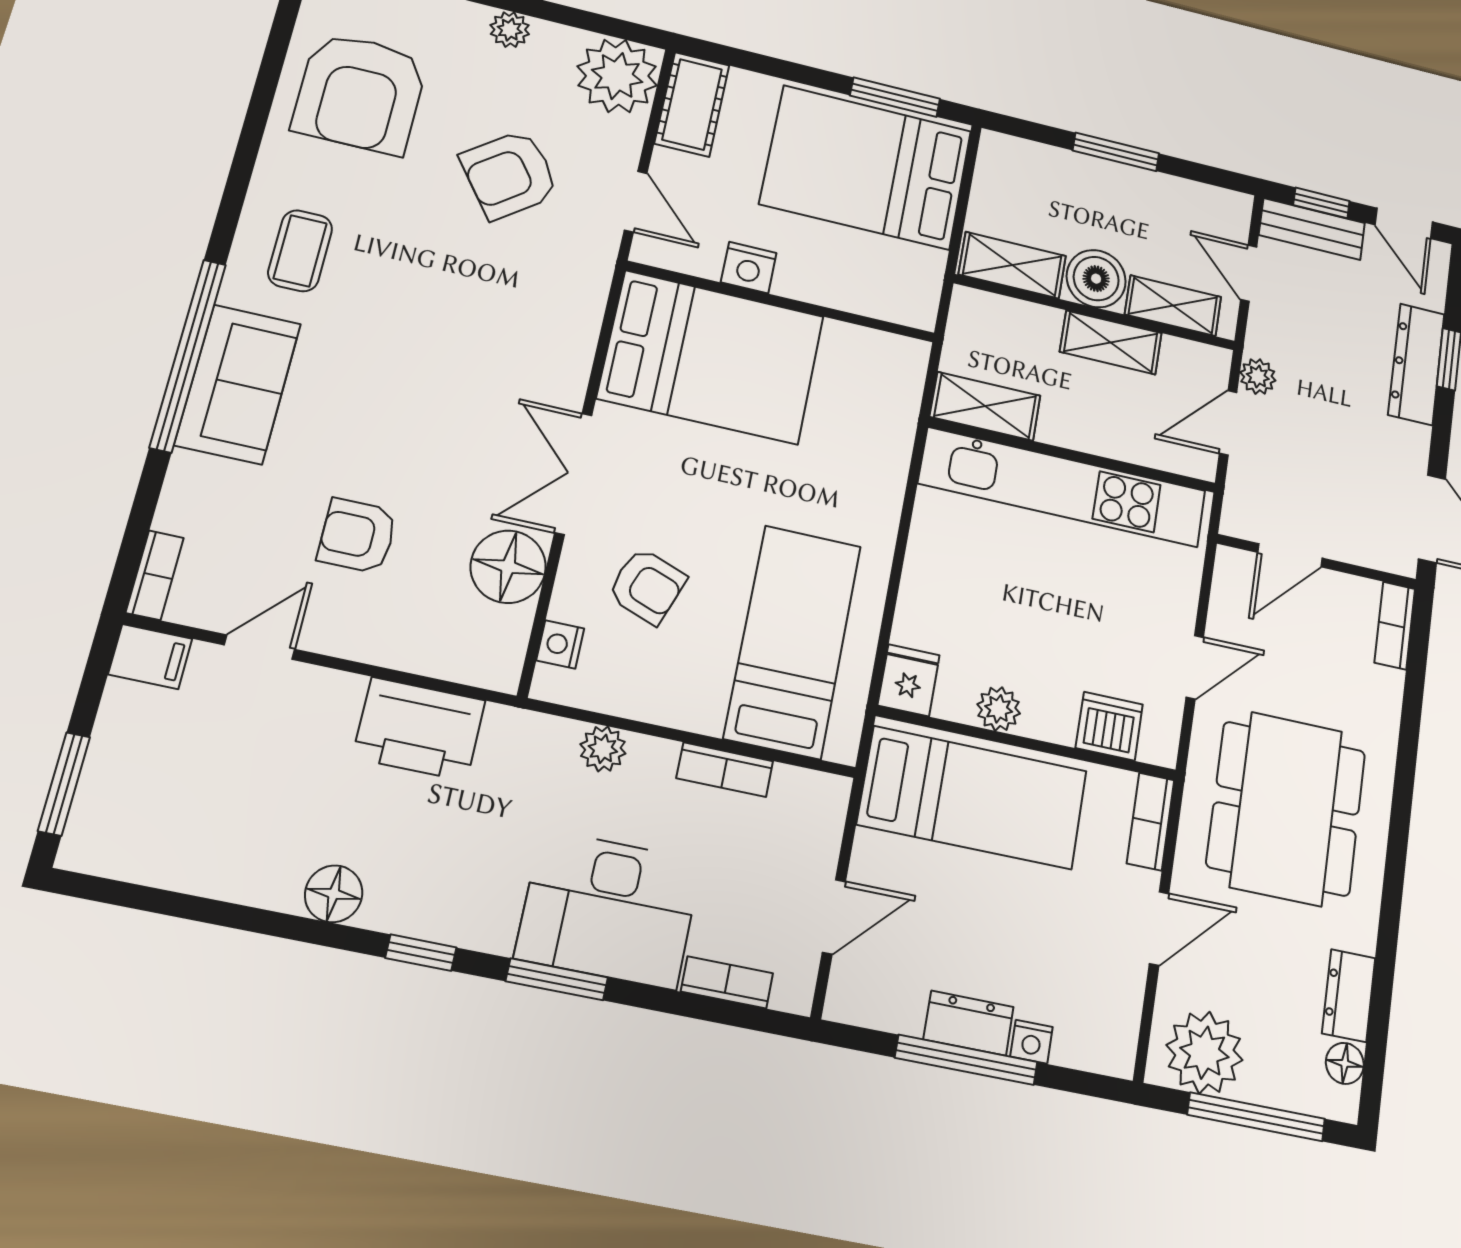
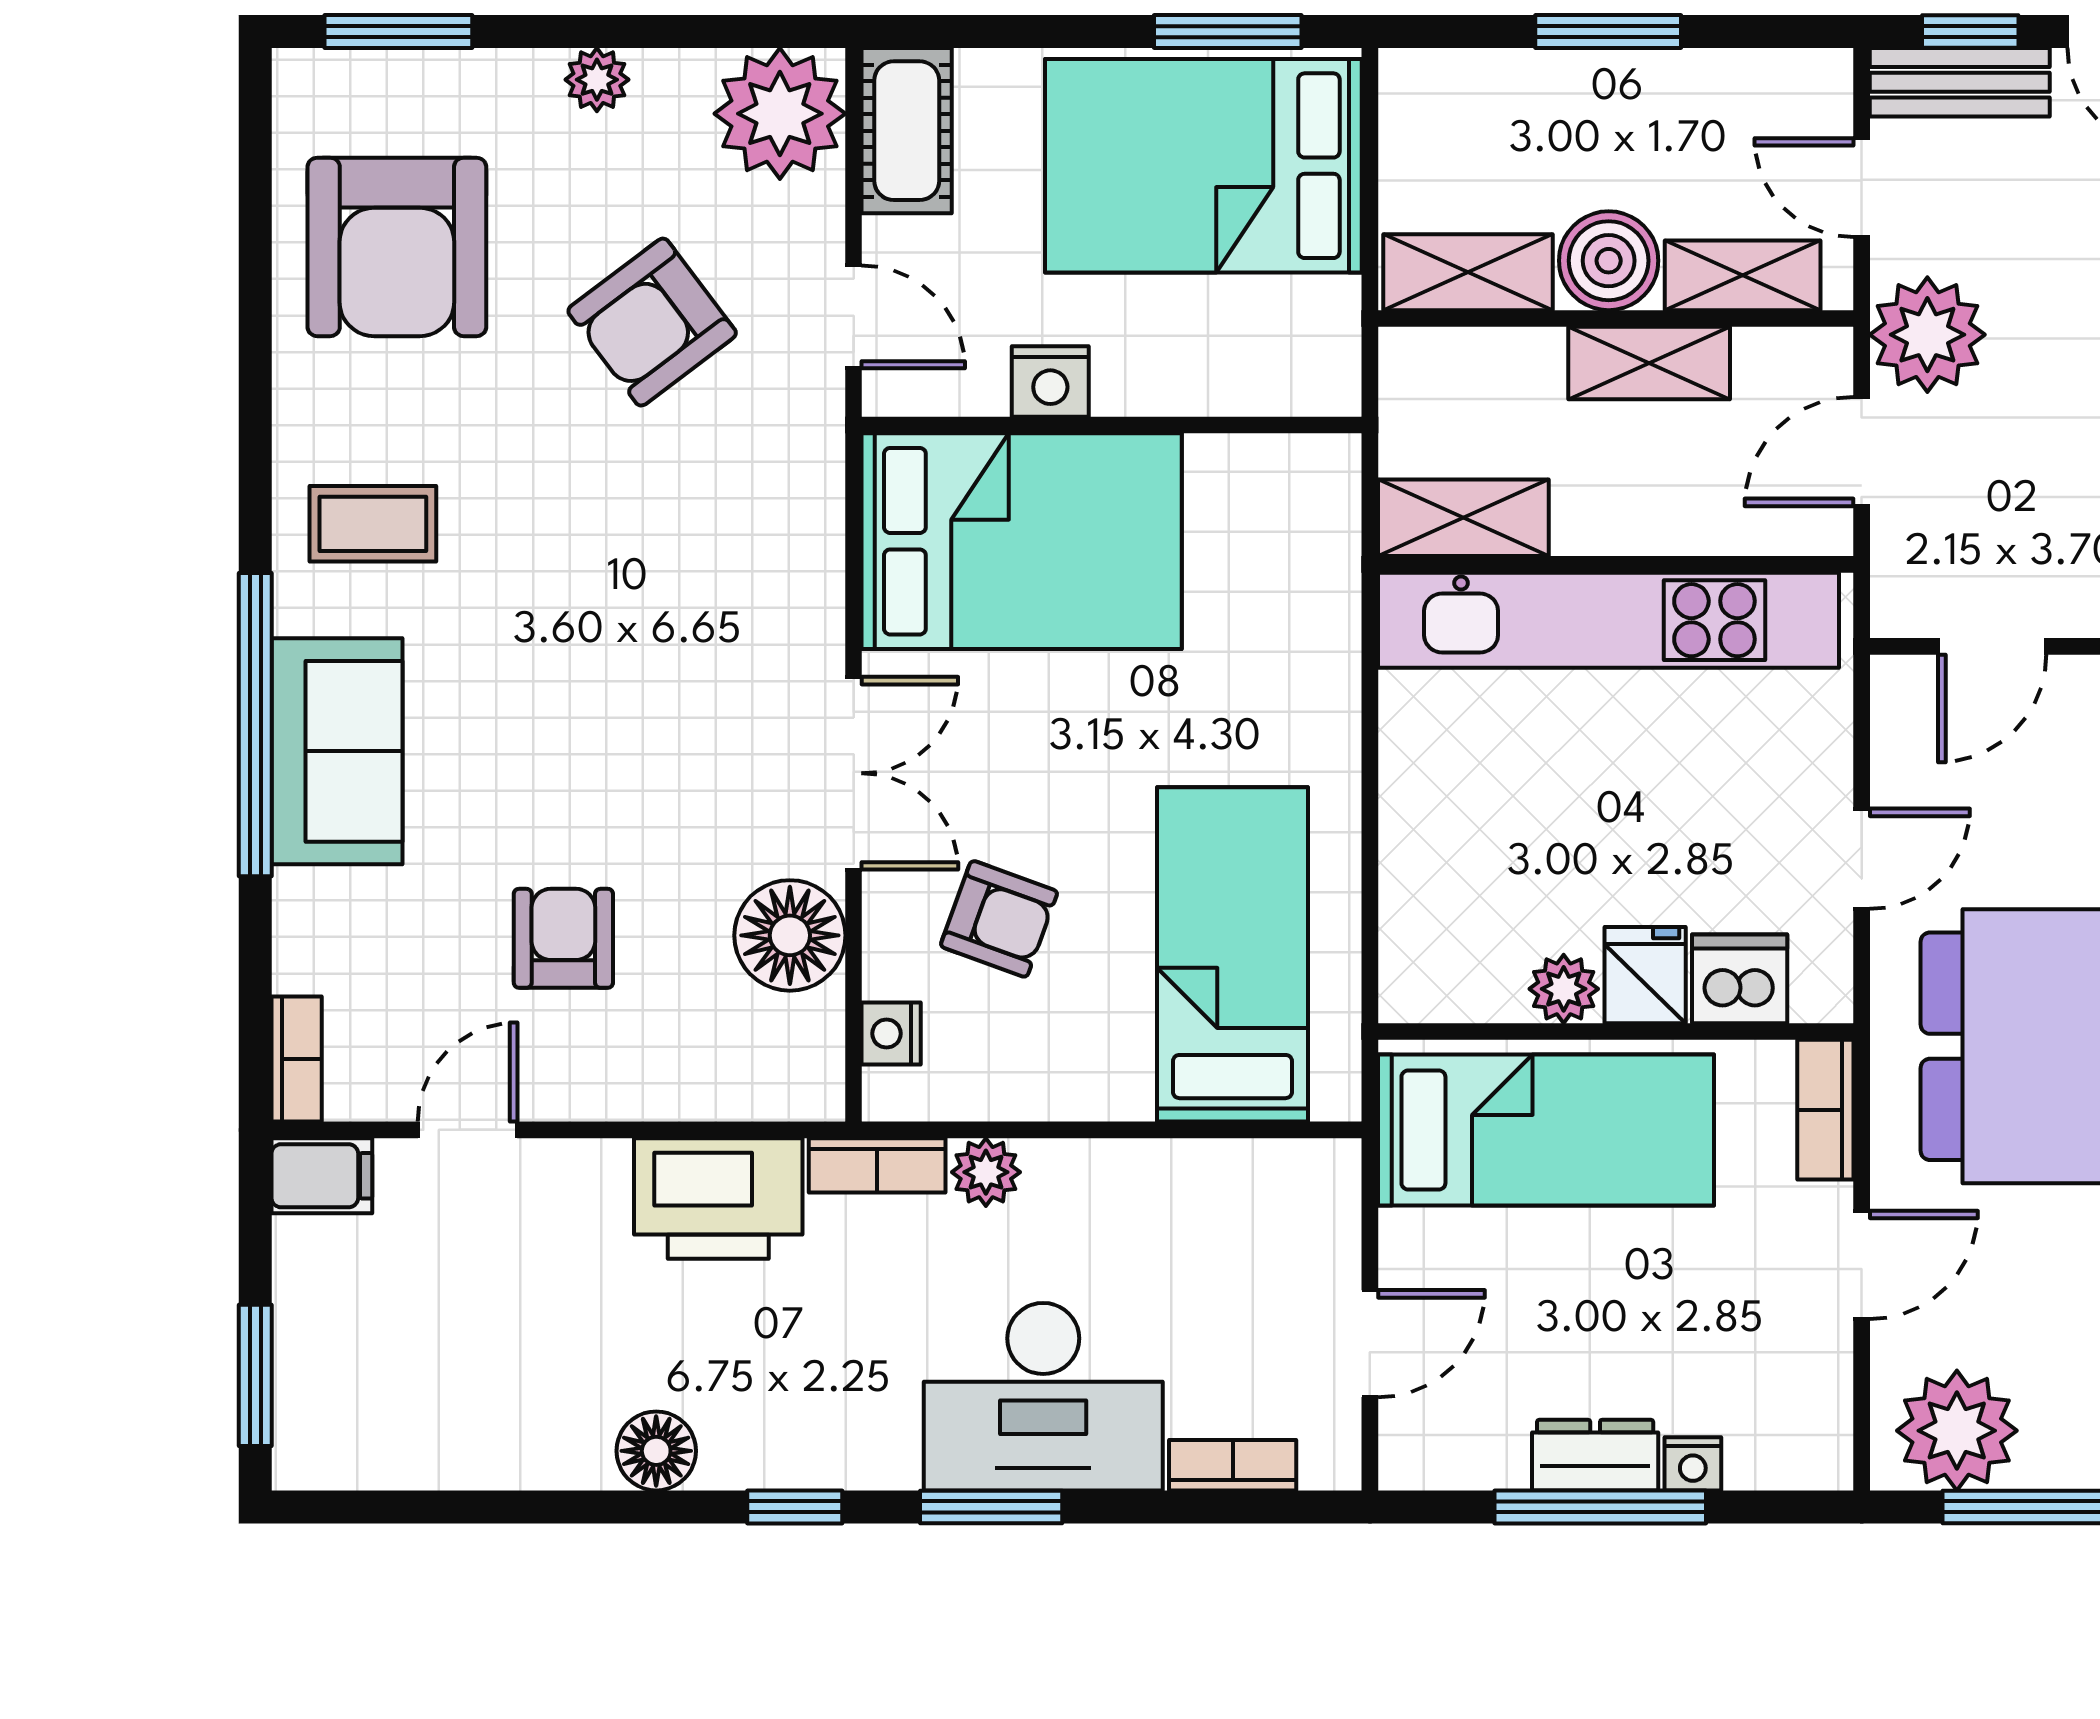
coffee table: (300, 251) -> (373, 524), turned 90
plant: (1258, 376) -> (1927, 335), width x1.87, depth x1.87
double door: (573, 474) -> (854, 773), swing flipped
armchair: (357, 536) -> (563, 938), turned 90
fridge: (909, 680) -> (1645, 975), moved
bookcase: (725, 770) -> (877, 1165), moved

